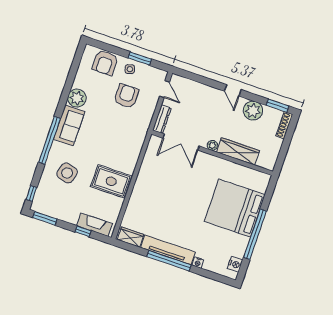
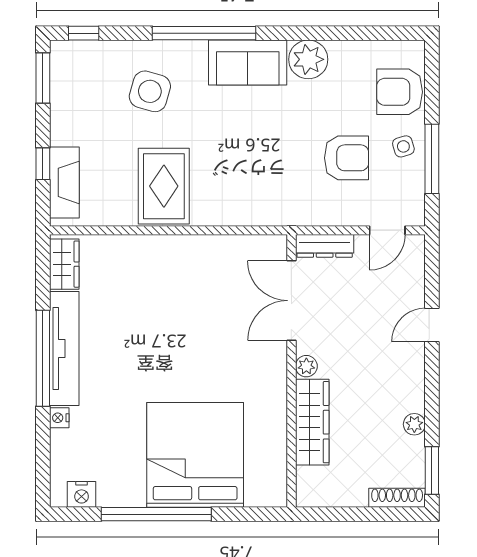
window: (140, 58) -> (432, 159), width x1.44
door: (233, 90) -> (432, 325), moved
plant: (253, 111) -> (414, 424), width x0.53, depth x0.53

